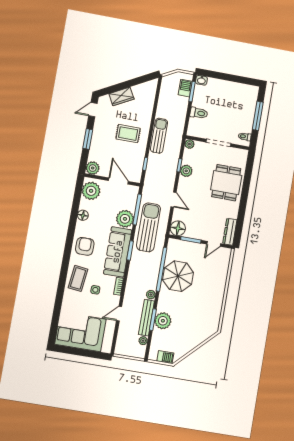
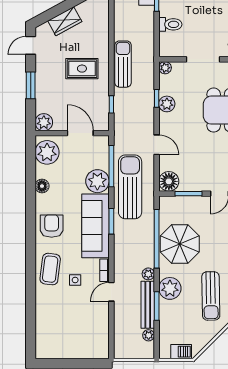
door: (119, 314) -> (111, 292), moved
sun lounger: (194, 319) -> (211, 296), added
plant: (163, 321) -> (170, 288), moved
corner sofa: (80, 332) -> (65, 337), removed

